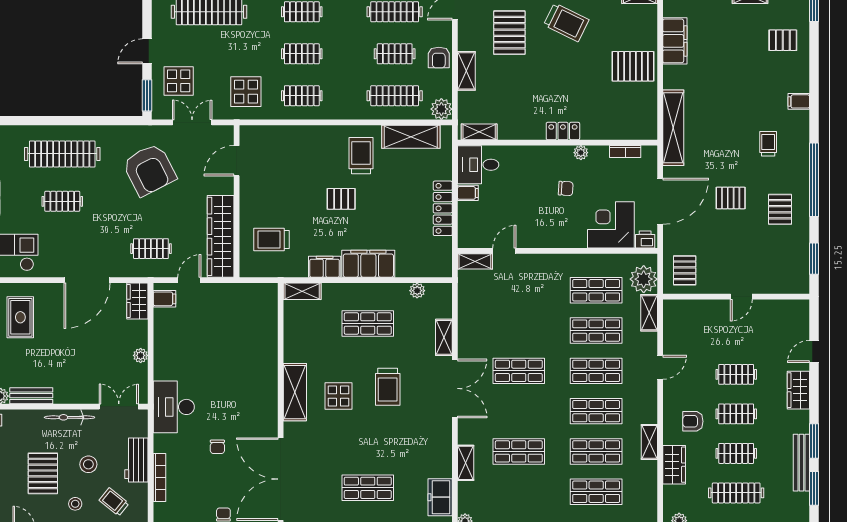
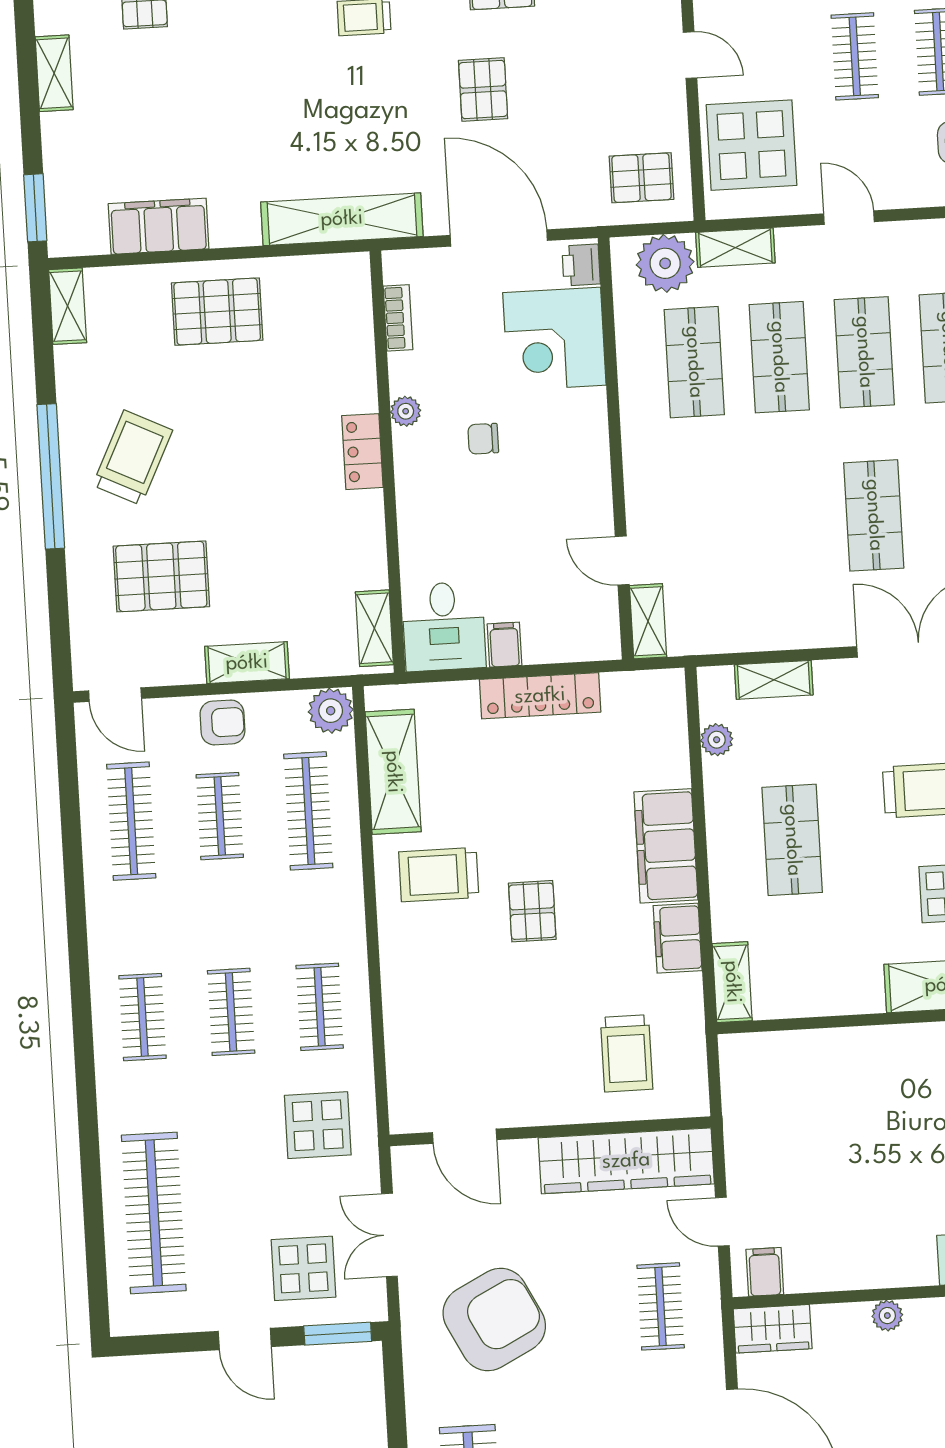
pallet: (633, 66) -> (217, 312), turned 90
chair: (566, 188) -> (483, 439), turned -93
display table: (697, 323) -> (752, 145), added
shelving: (444, 337) -> (774, 680), moved

